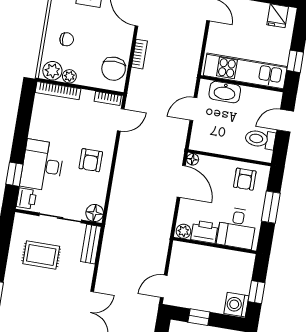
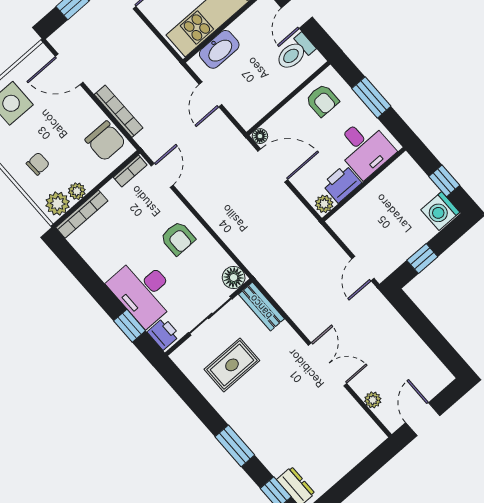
bookcase: (139, 54) -> (119, 111), width x1.56

